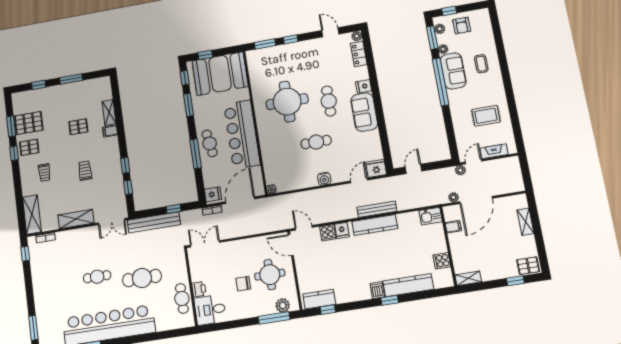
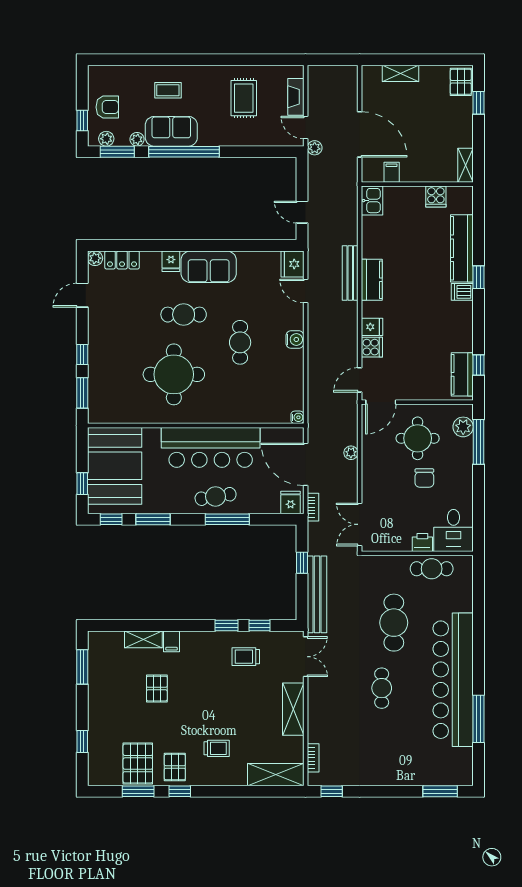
window: (71, 79) -> (82, 667), moved
trolley: (85, 171) -> (246, 657), moved
plant: (454, 197) -> (351, 453), moved
kitchen counter: (375, 225) -> (372, 280), width x0.67

